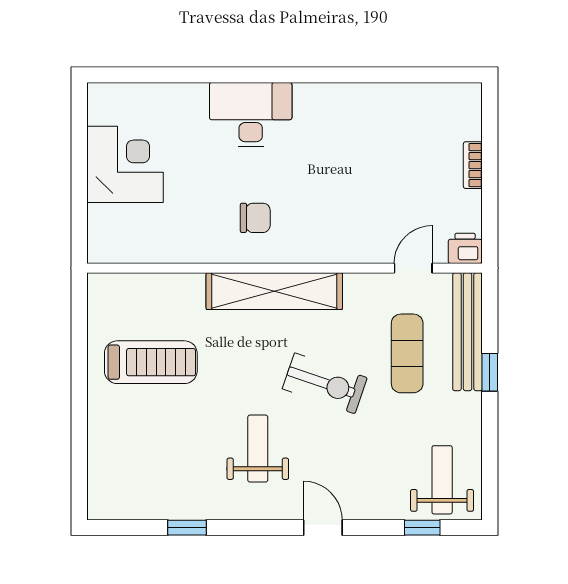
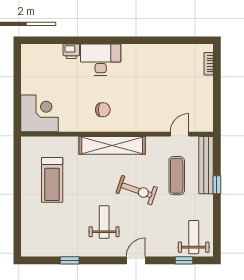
corner desk: (125, 164) -> (40, 113), moved
bookcase: (473, 165) -> (209, 64), moved
printer: (465, 248) -> (71, 51), moved, turned 180
treadmill: (151, 362) -> (52, 180), turned 90
door: (323, 528) -> (136, 260), hinge flipped

